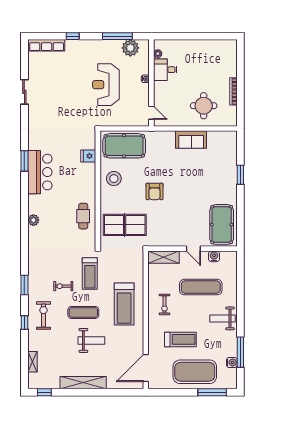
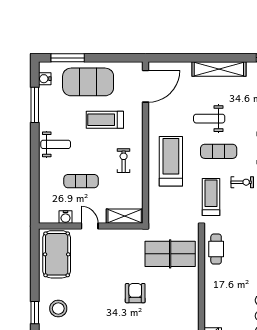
stool: (114, 179) -> (58, 309), moved
cafe table: (83, 216) -> (216, 249), moved
exercise mat: (201, 287) -> (81, 181), width x0.73, depth x0.69
water cooler: (232, 363) -> (45, 79), moved

